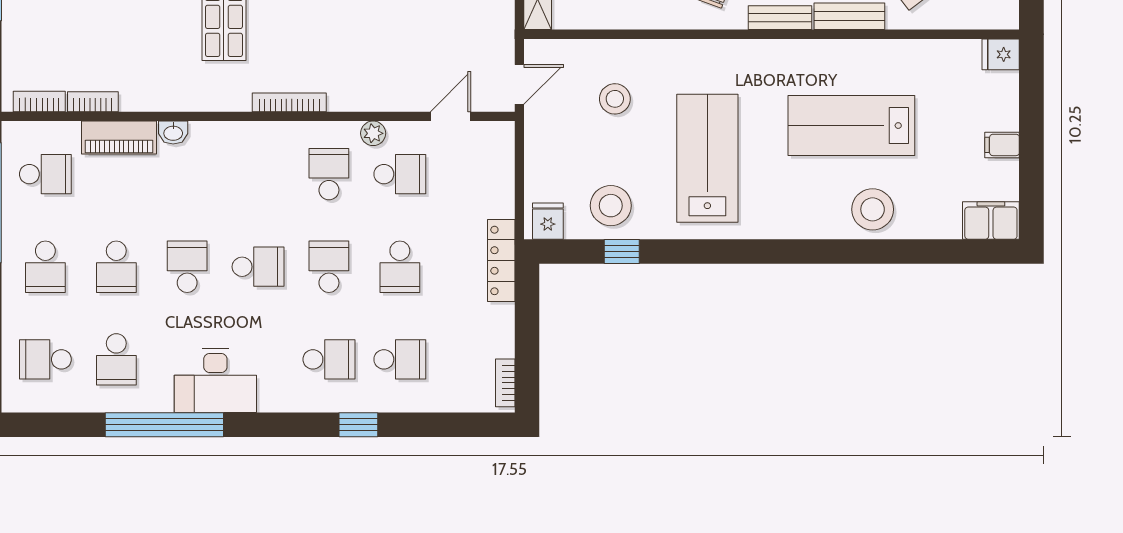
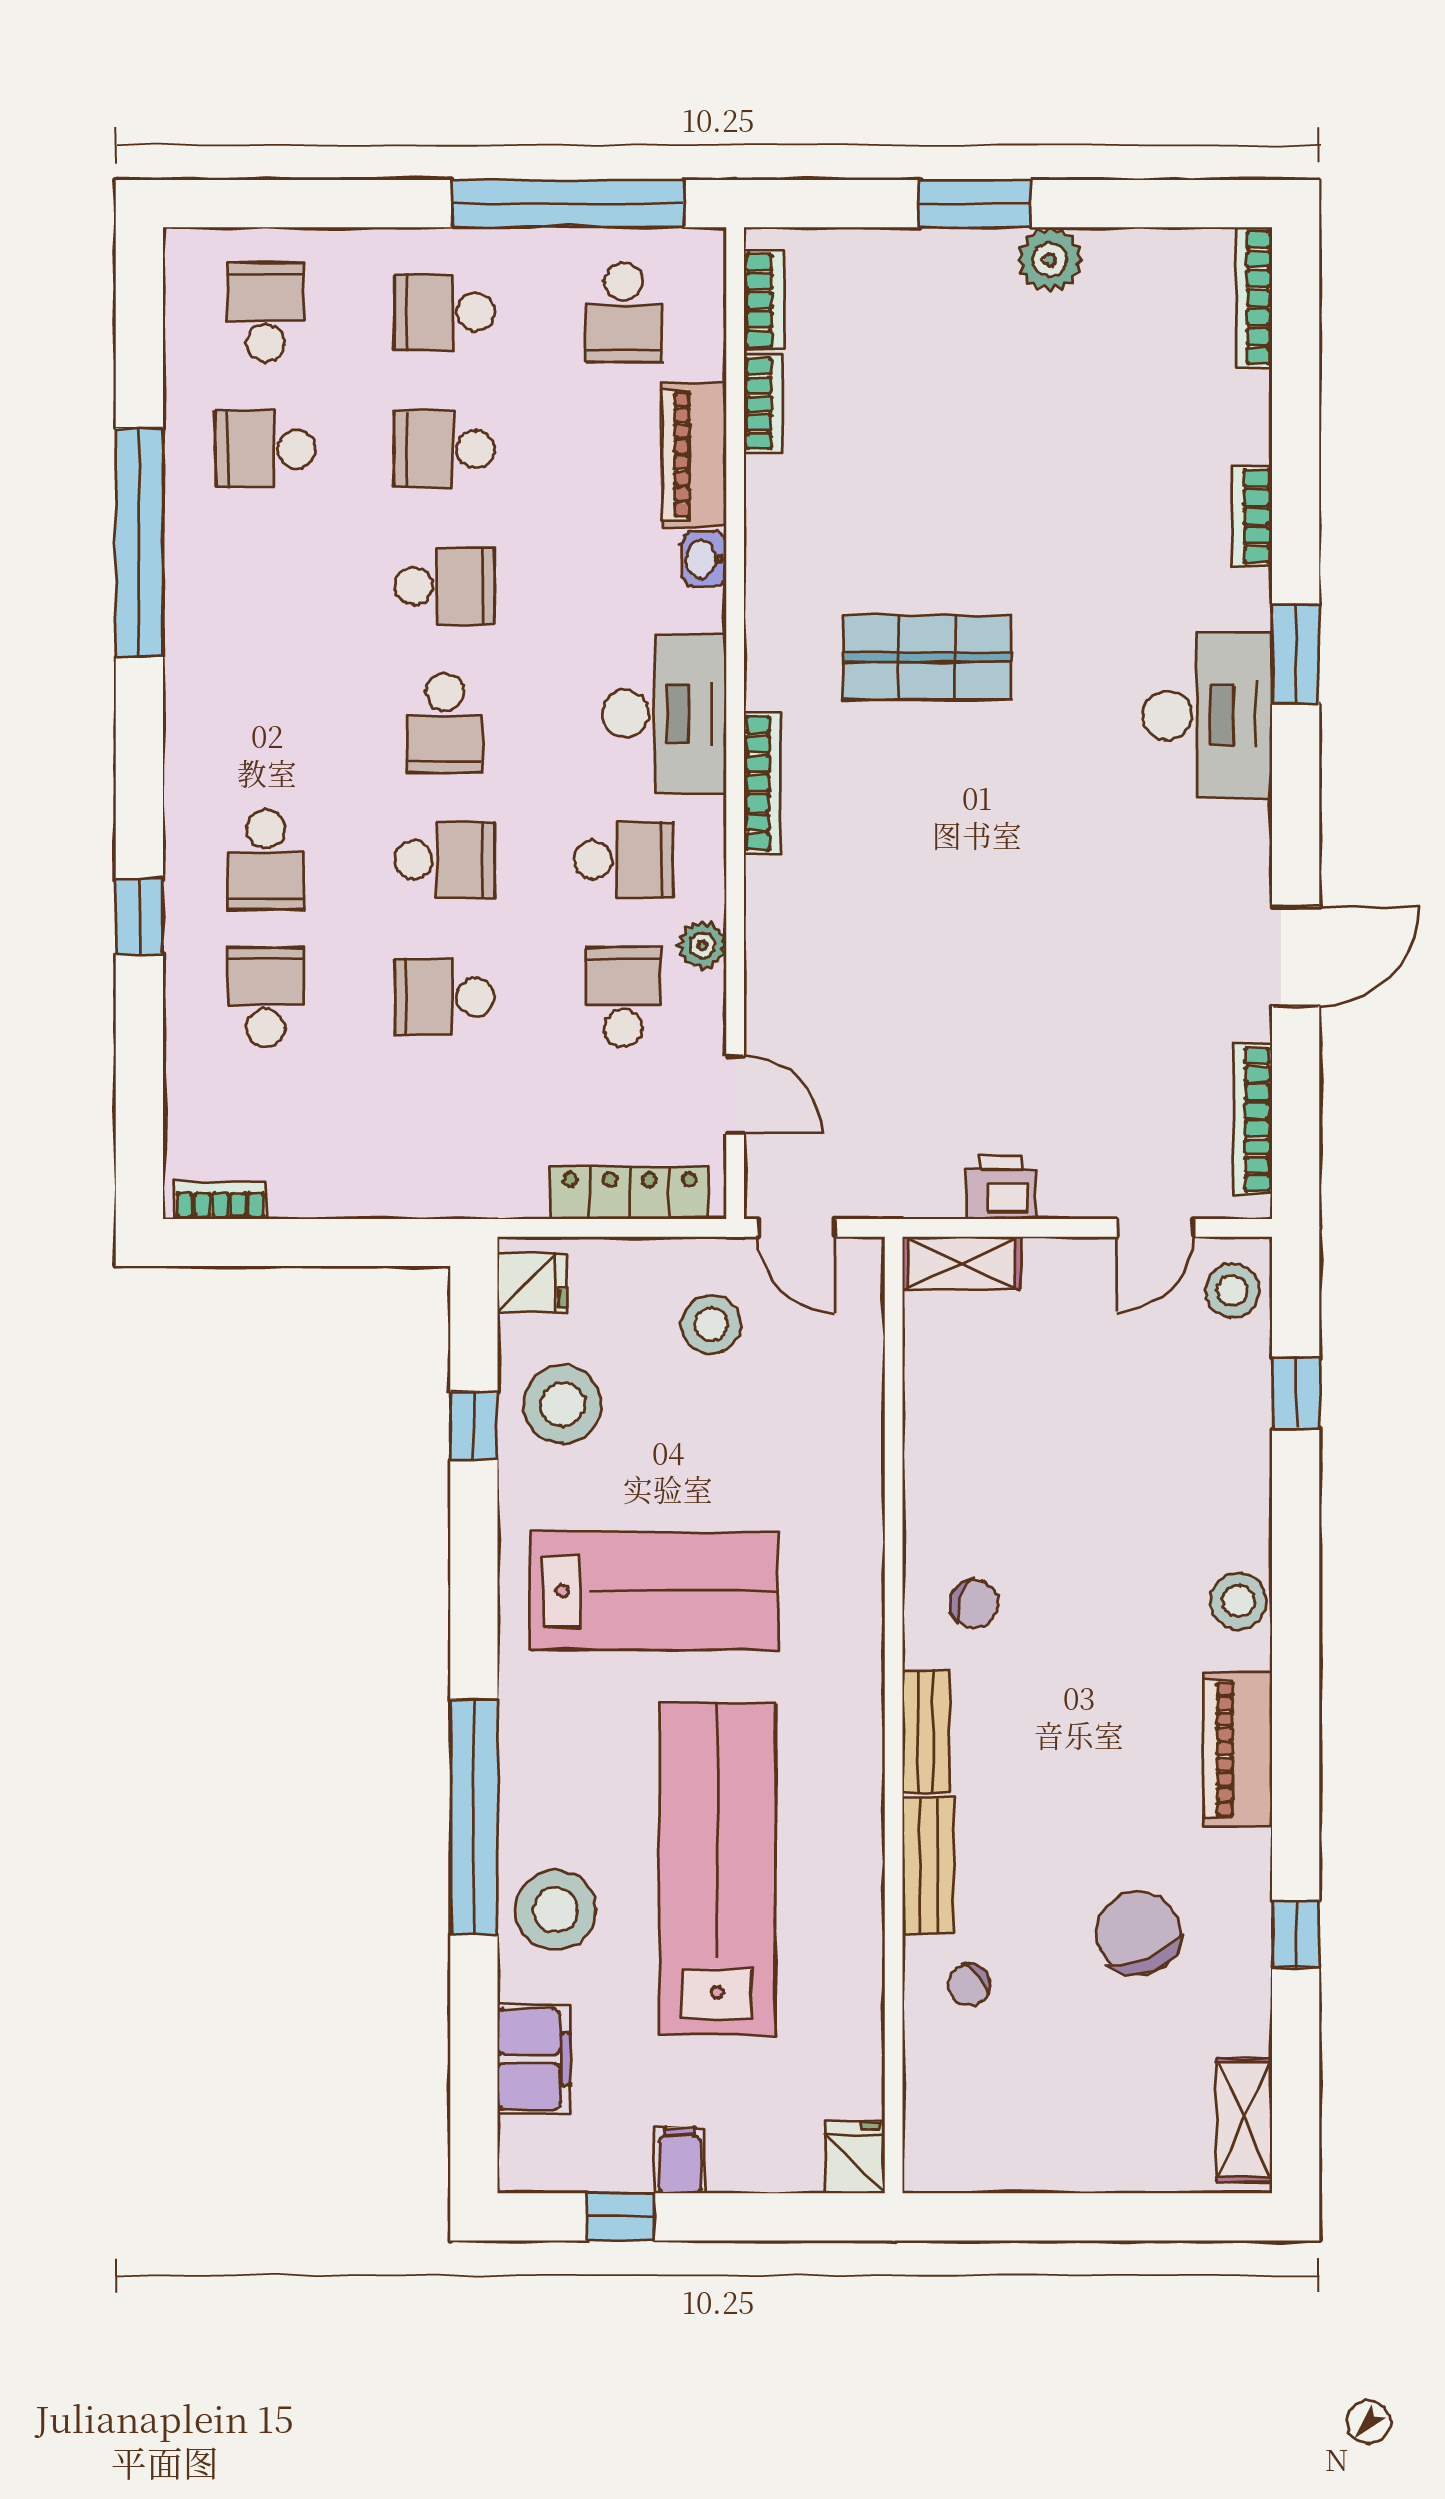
stool: (615, 99) -> (711, 1324), moved
lab bench: (851, 126) -> (717, 1869), width x1.36
school desk: (400, 174) -> (624, 997), turned 180
window: (1031, 176) -> (621, 2217), added
filing cabinet: (991, 221) -> (534, 2059), moved
window: (824, 252) -> (474, 1817), added
locker: (501, 260) -> (630, 1193), moved
school desk: (400, 359) -> (266, 997), turned 180
desk: (215, 380) -> (664, 714), moved, turned 180

